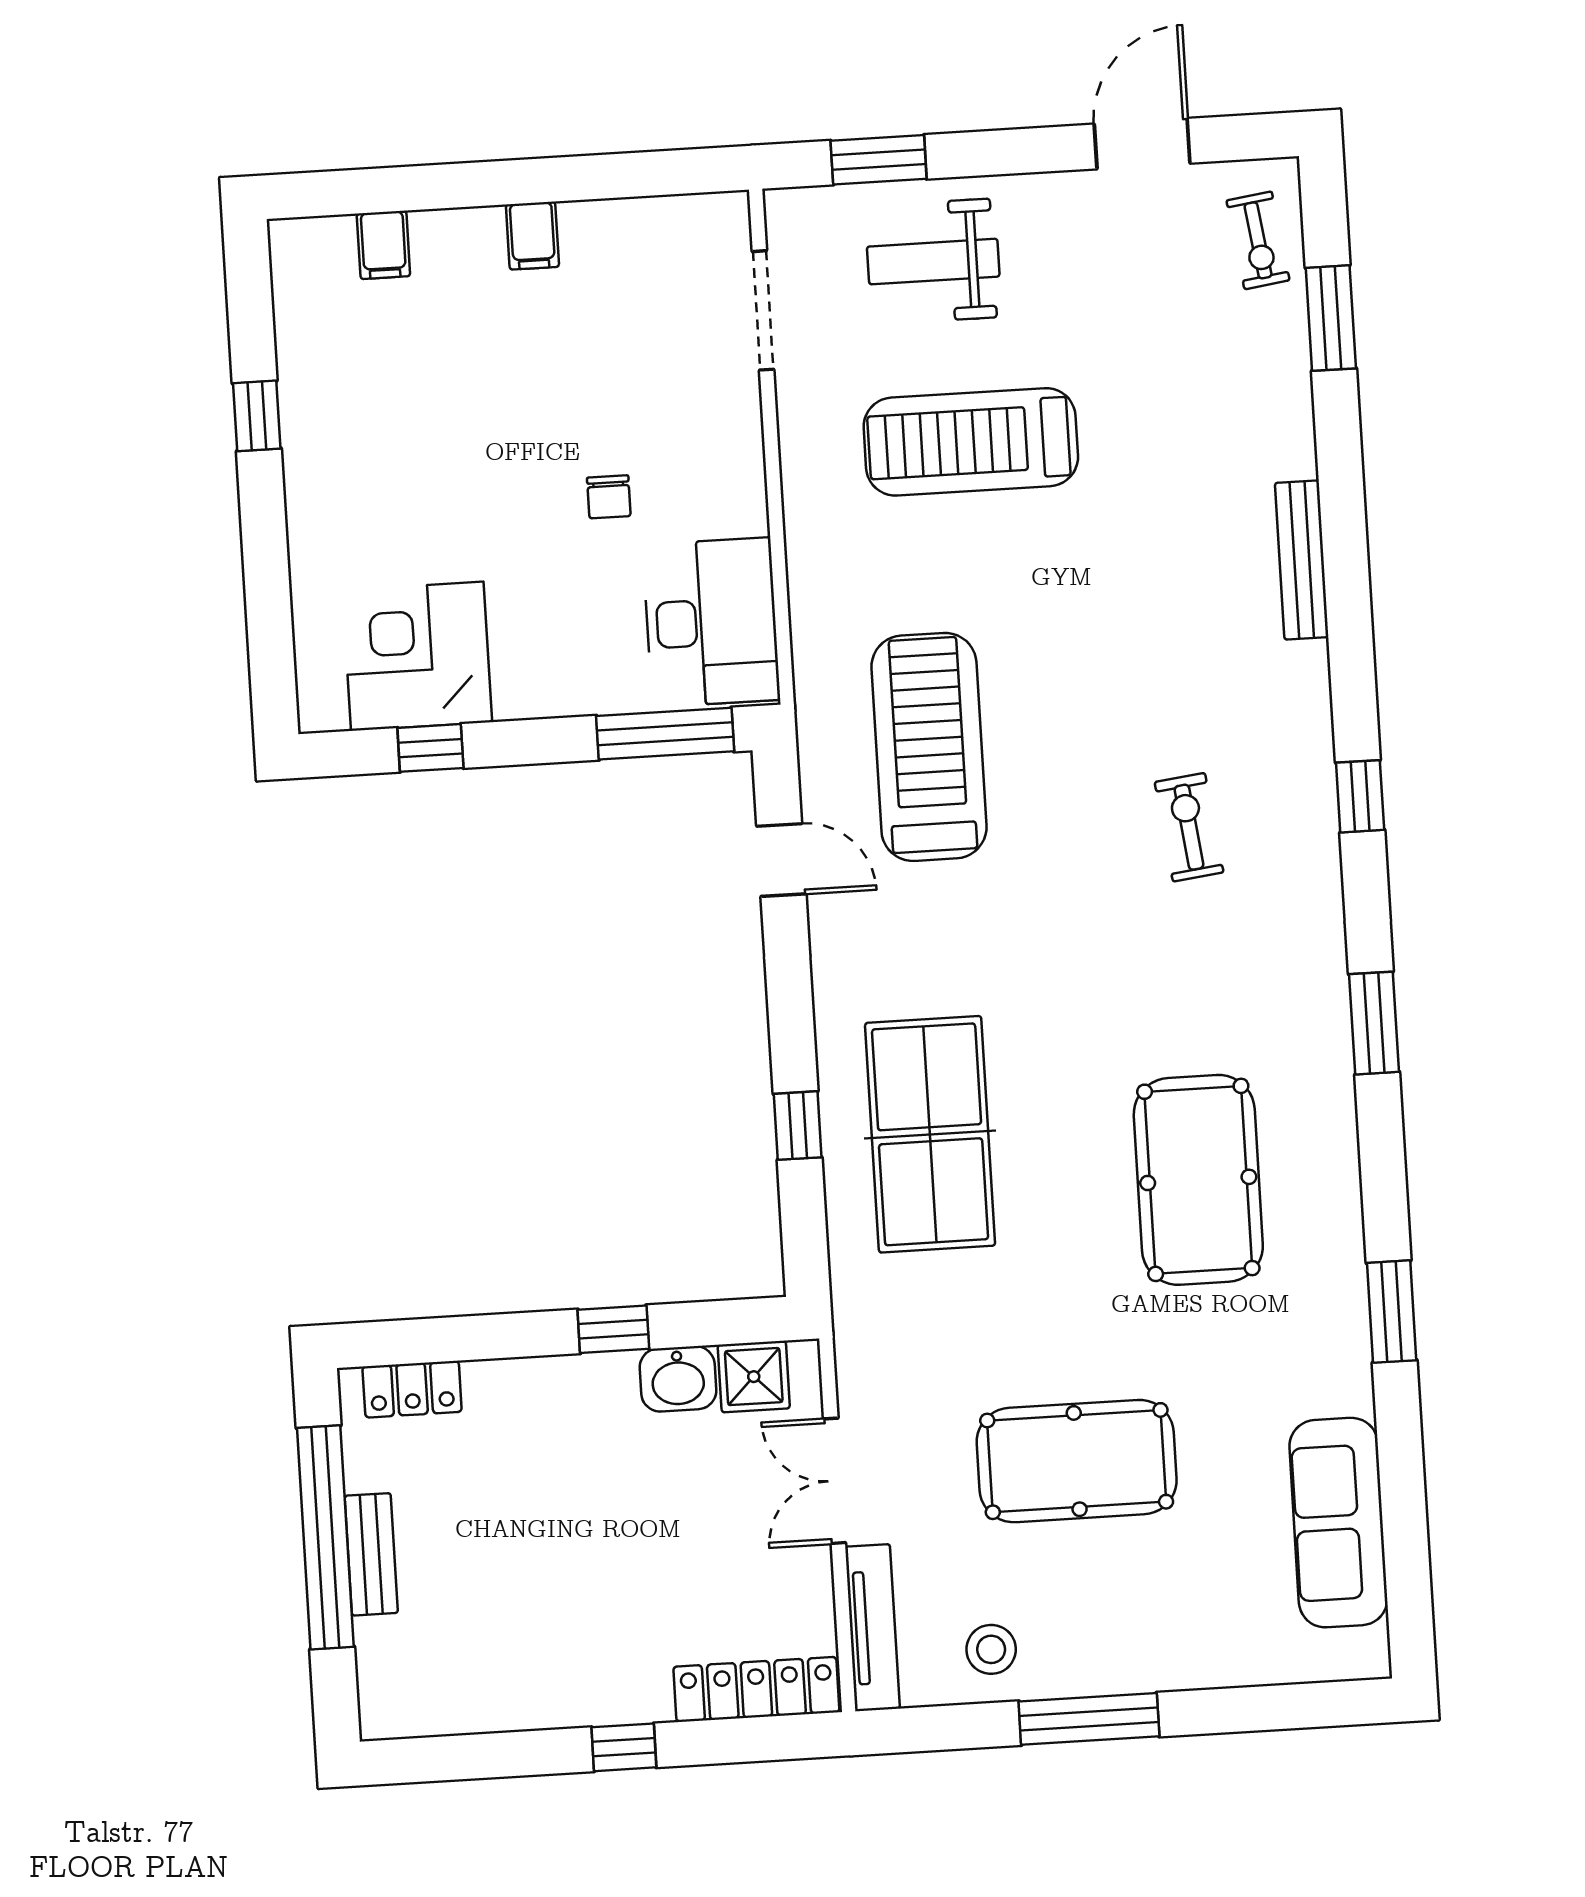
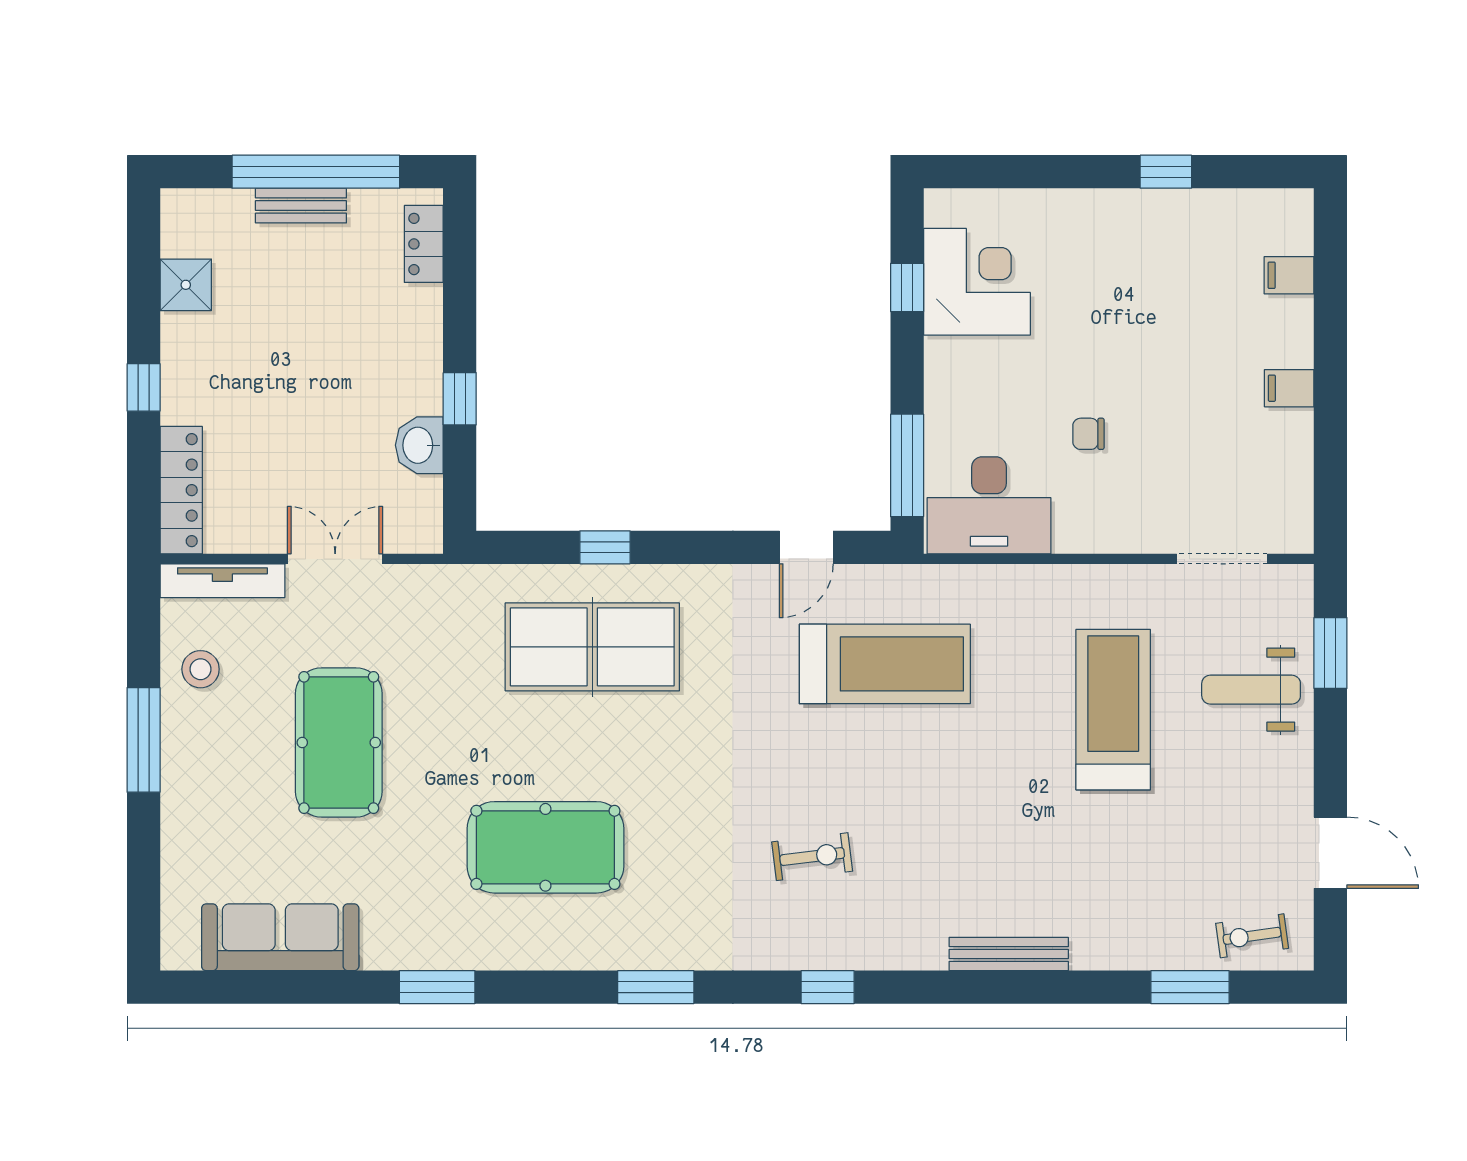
weight bench: (933, 262) -> (1251, 690), turned -90
shower: (754, 1377) -> (186, 285), moved

